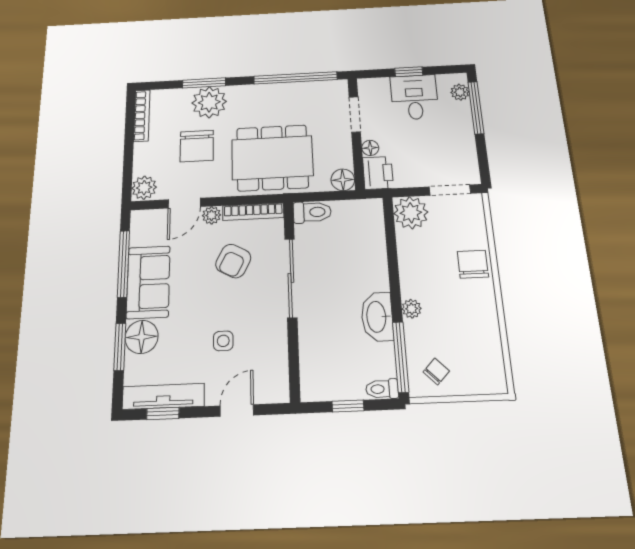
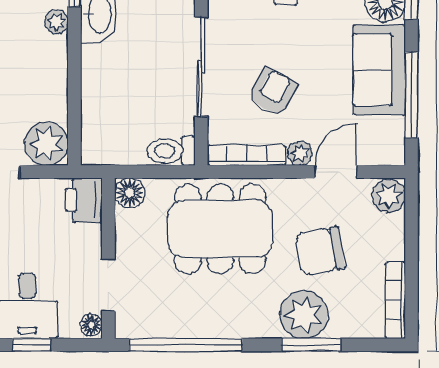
chair: (197, 146) -> (320, 251), turned -100
floor lamp: (370, 148) -> (91, 325), moved

